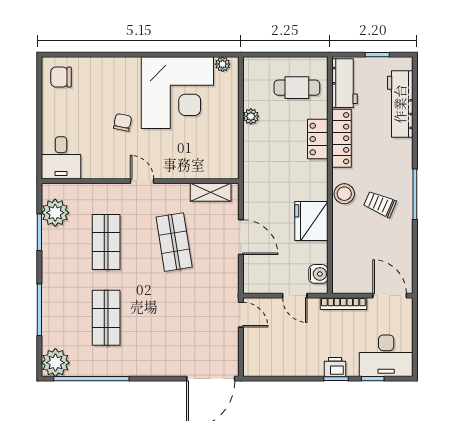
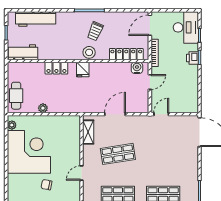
cafe table: (297, 88) -> (16, 96), moved
locker: (341, 138) -> (126, 54), moved
fridge: (311, 221) -> (83, 70), moved, width x0.53, depth x0.75

